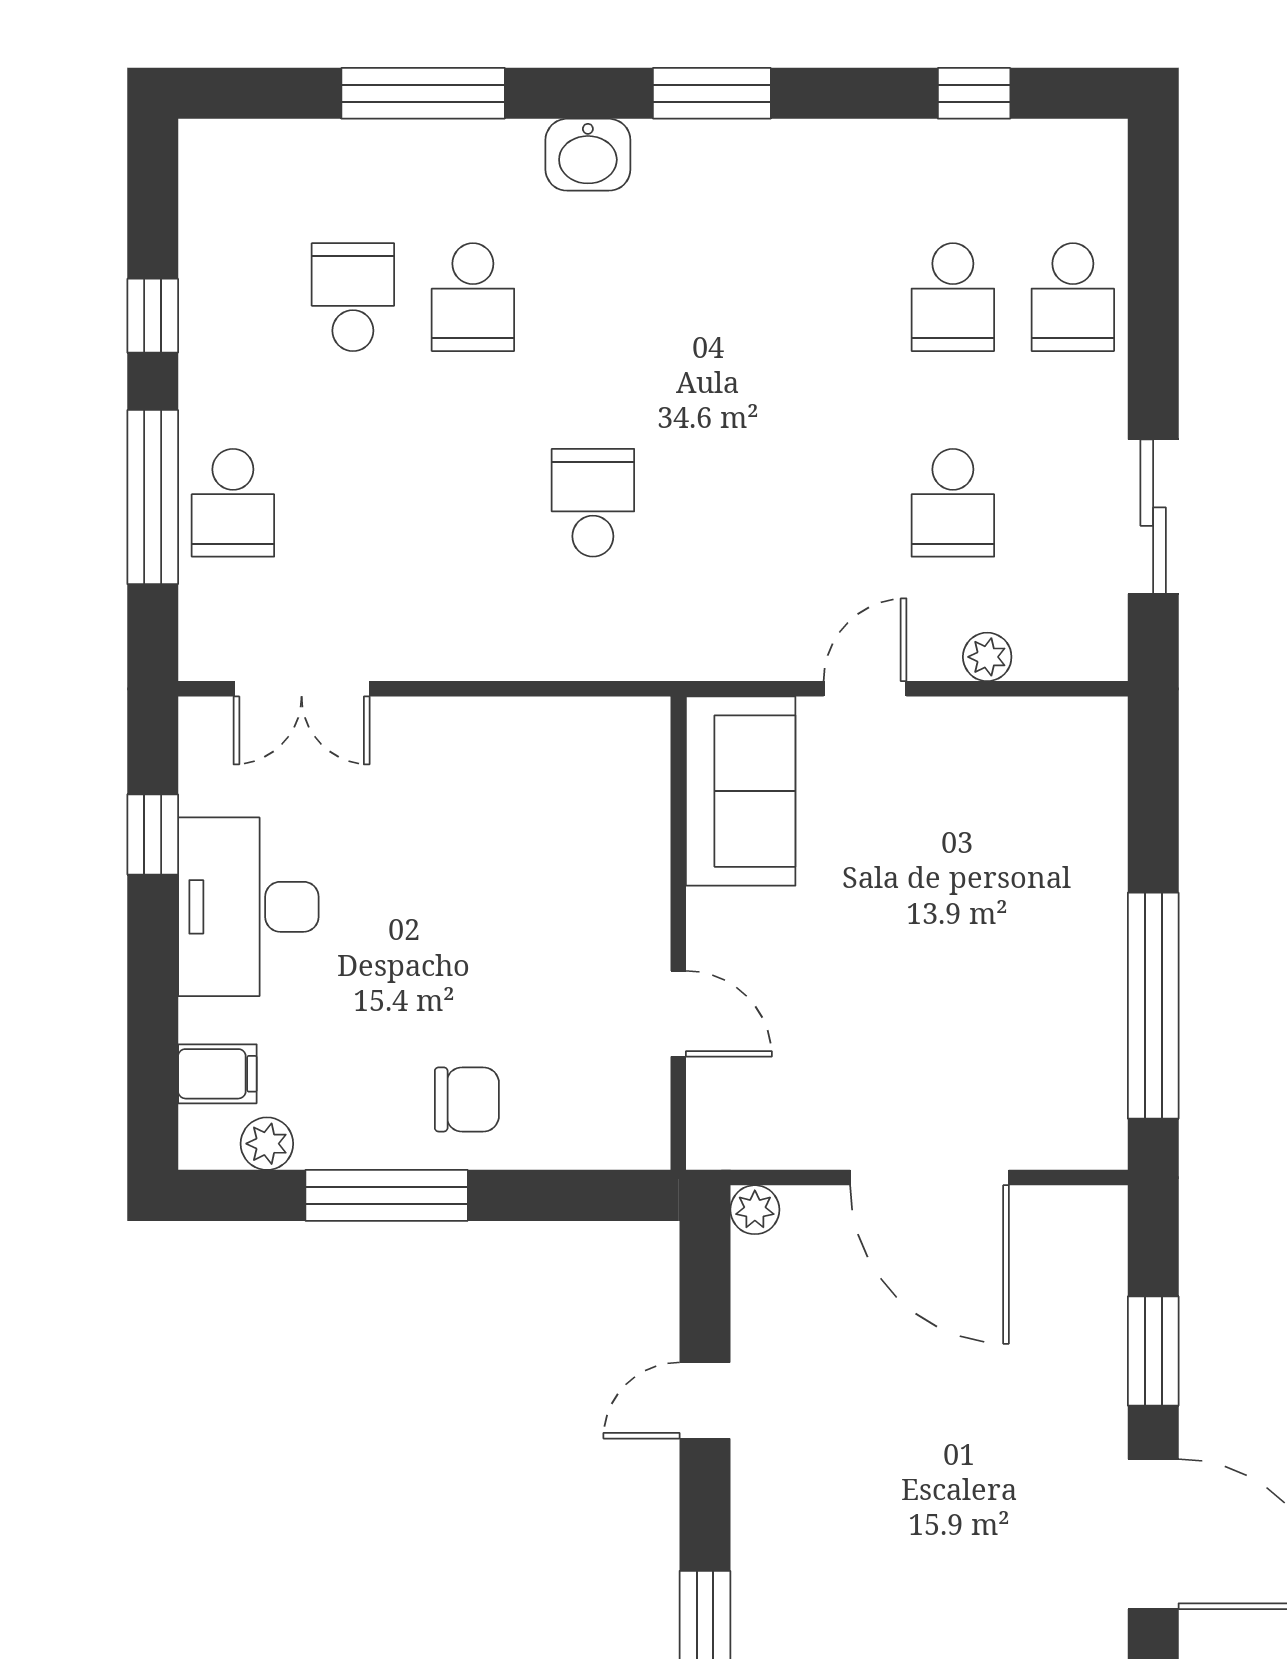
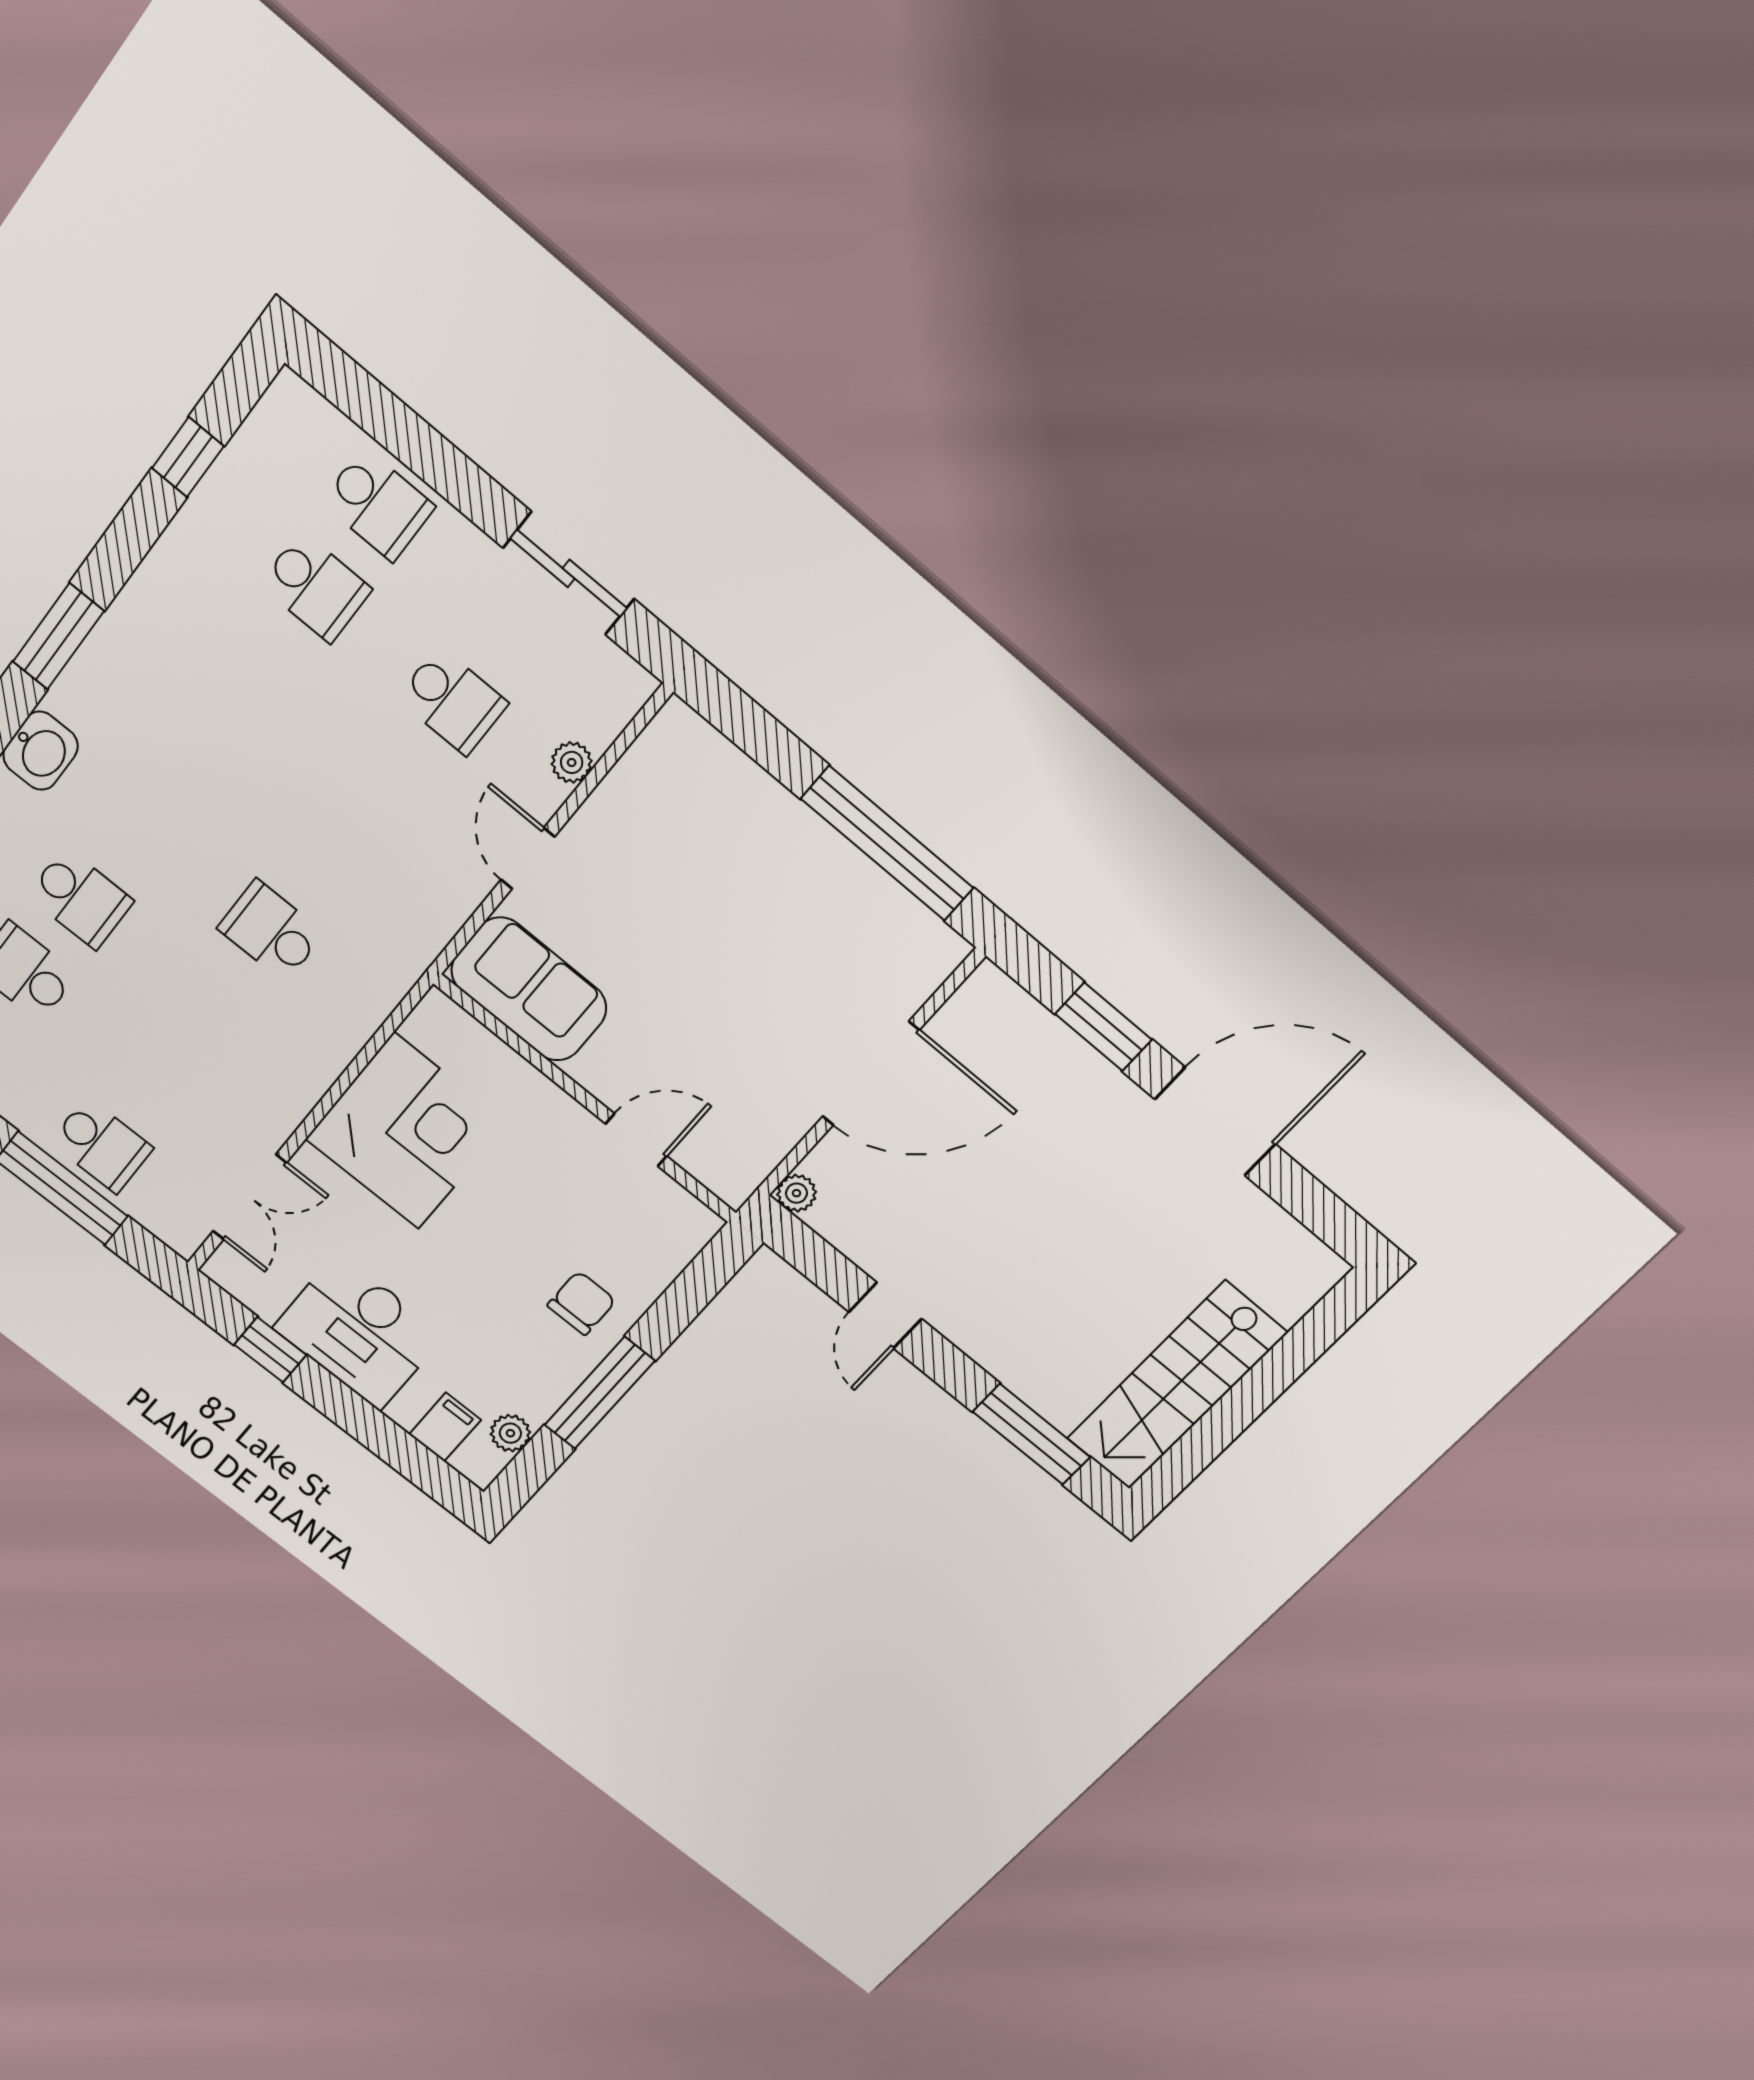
corner desk: (500, 788) -> (406, 1131), added

